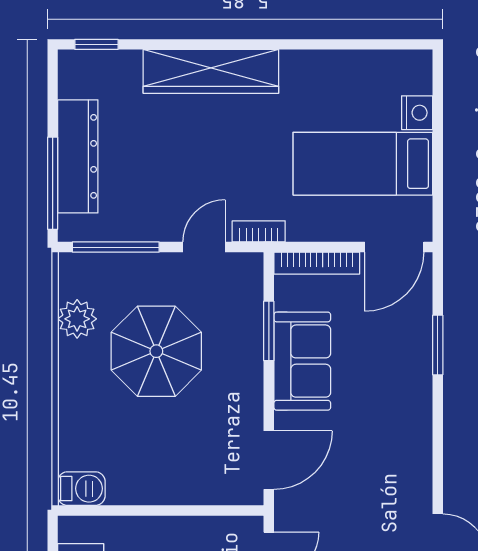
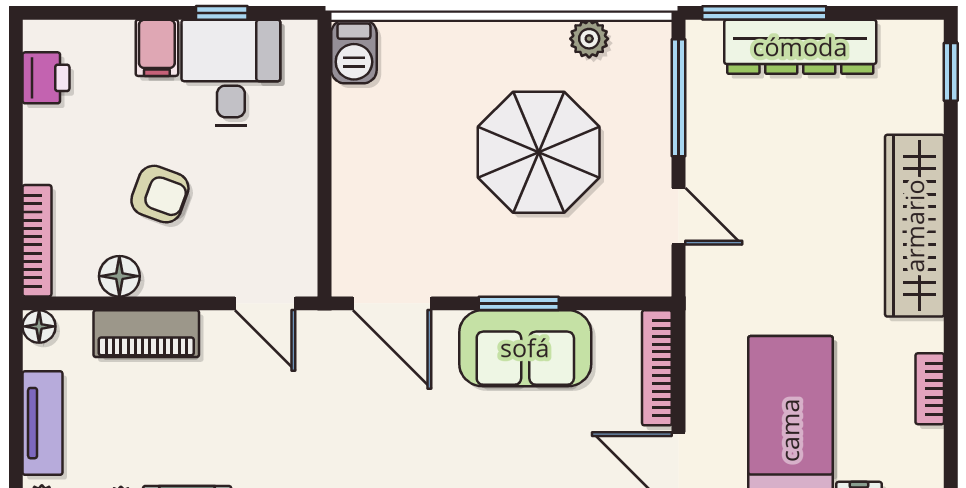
bookcase: (259, 231) -> (930, 389), moved, turned 180
plant: (77, 319) -> (589, 39), width x0.73, depth x0.73
window: (269, 331) -> (519, 303), moved

